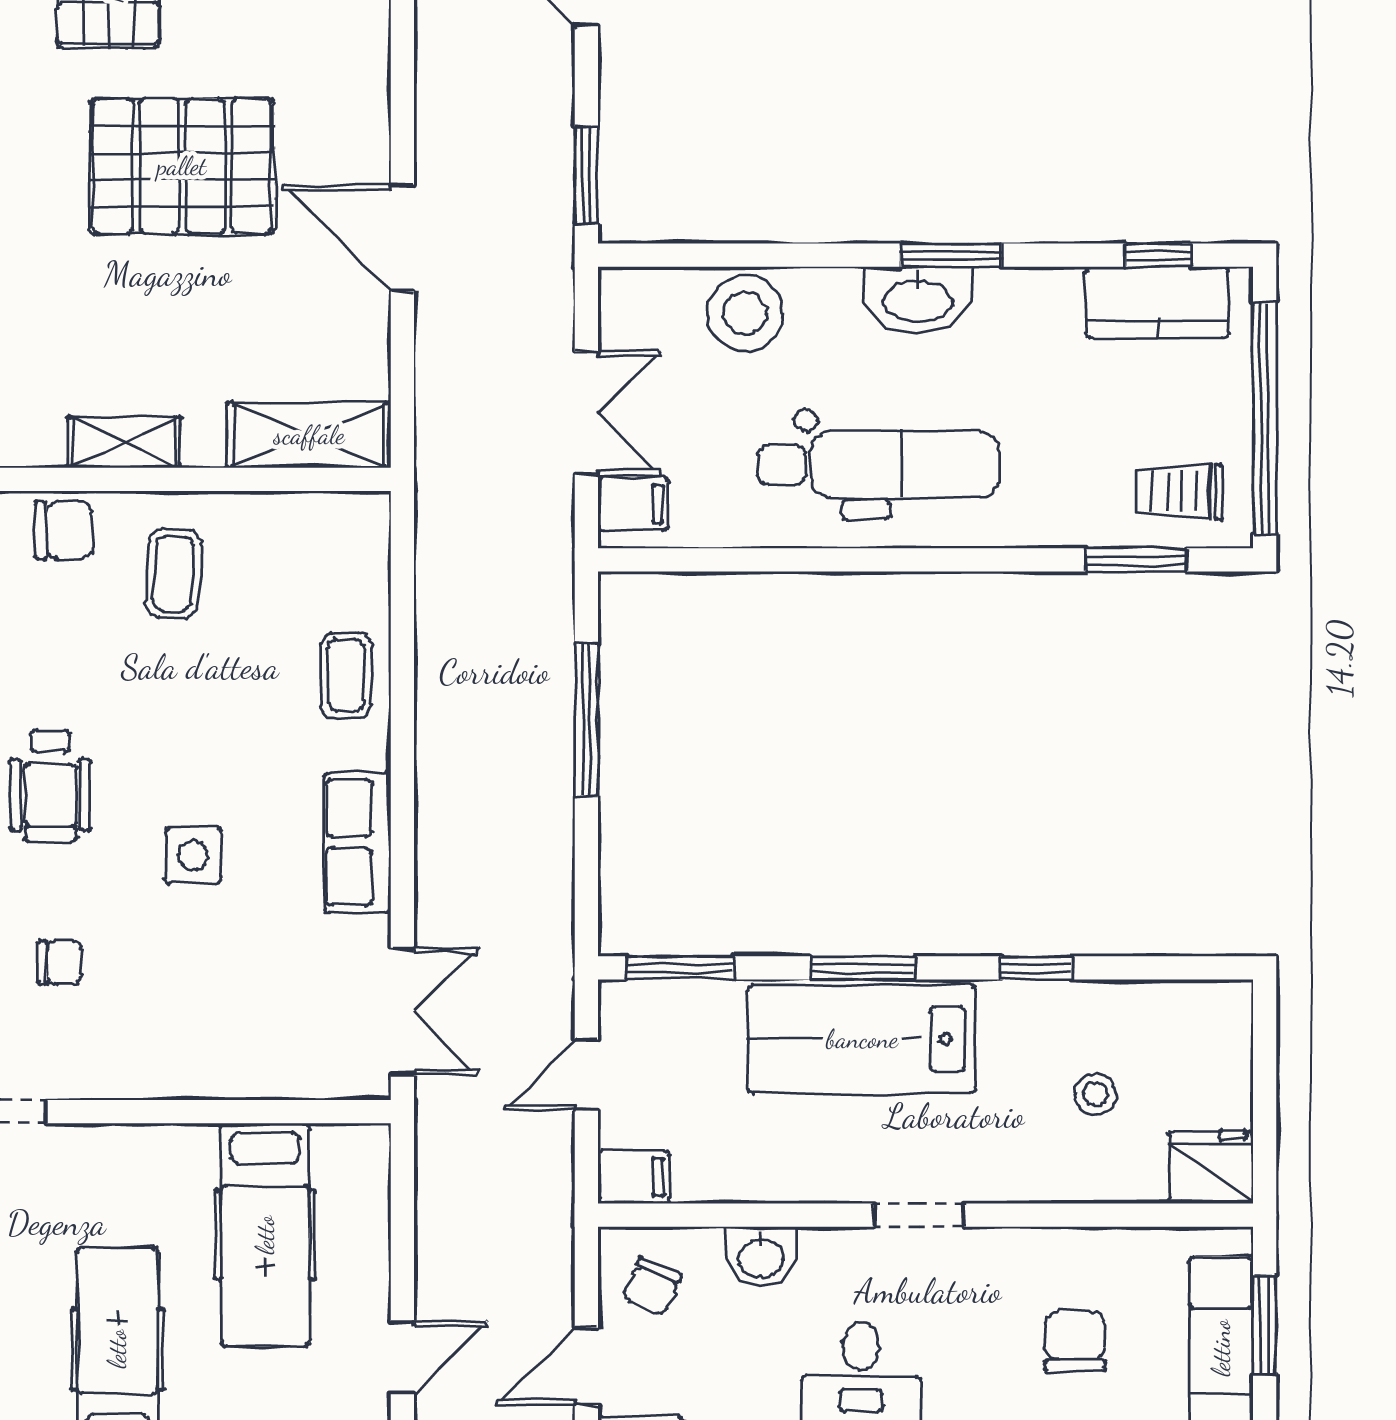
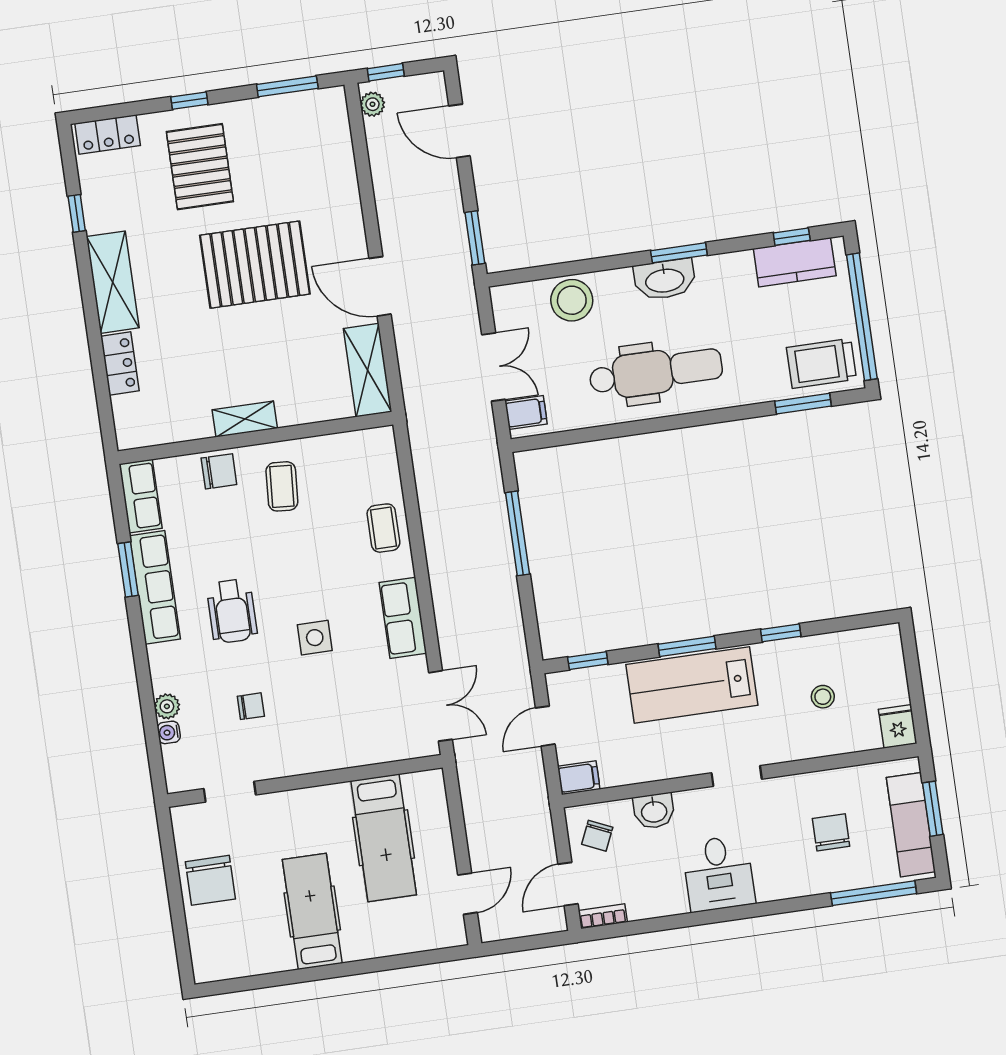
shelving: (309, 435) -> (368, 370), moved, turned 90
trolley: (1180, 492) -> (821, 363), width x1.36, depth x1.39
window: (680, 968) -> (588, 661), width x0.67
fridge: (1211, 1167) -> (898, 726), width x0.72

